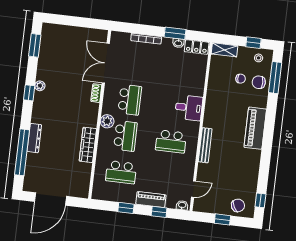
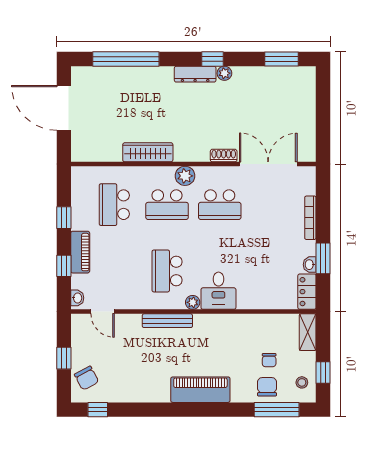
plant: (195, 126) -> (193, 302), added
dresser: (34, 138) -> (195, 74), moved

